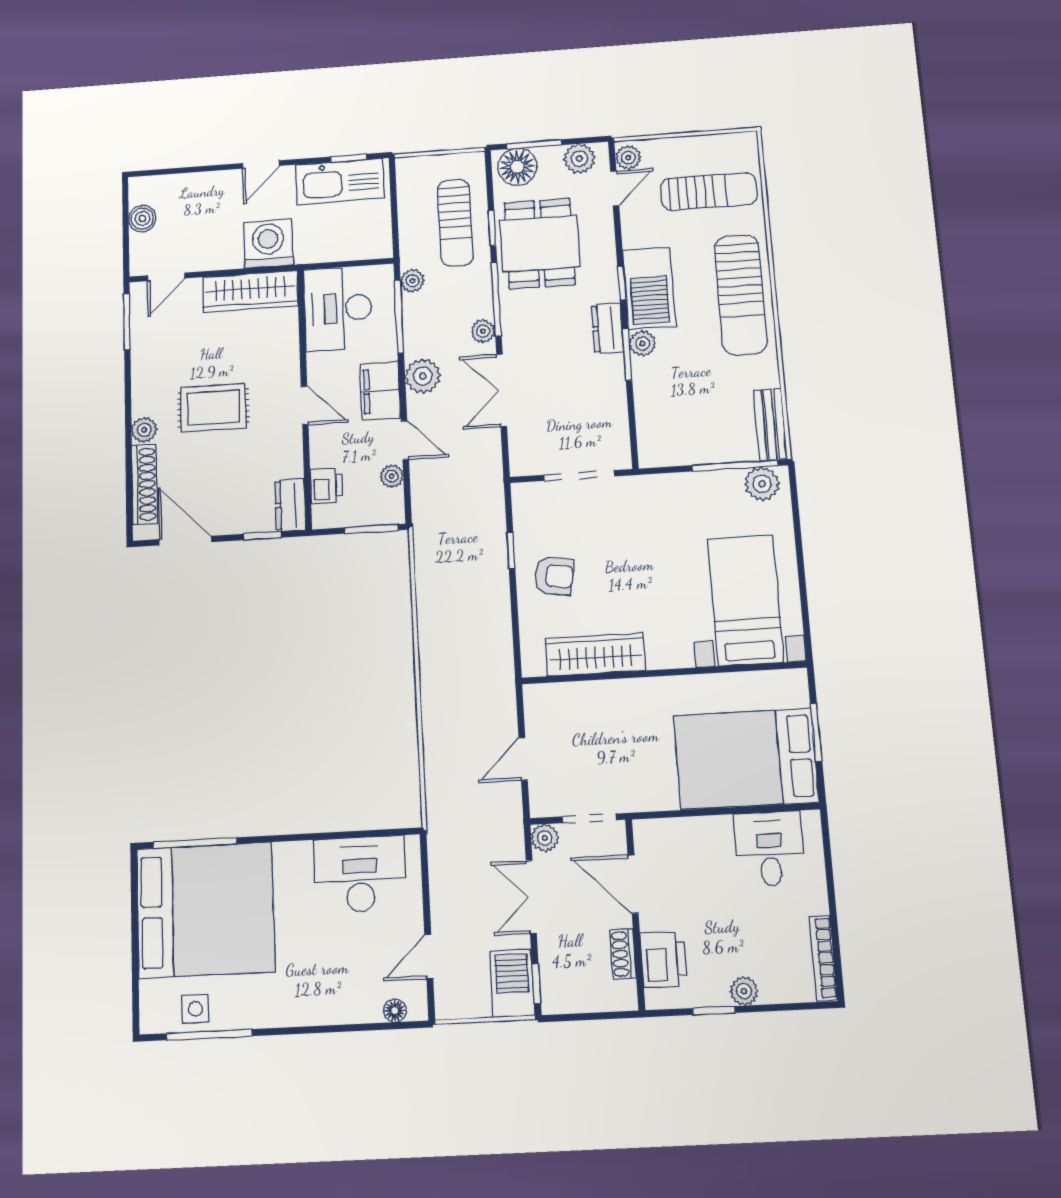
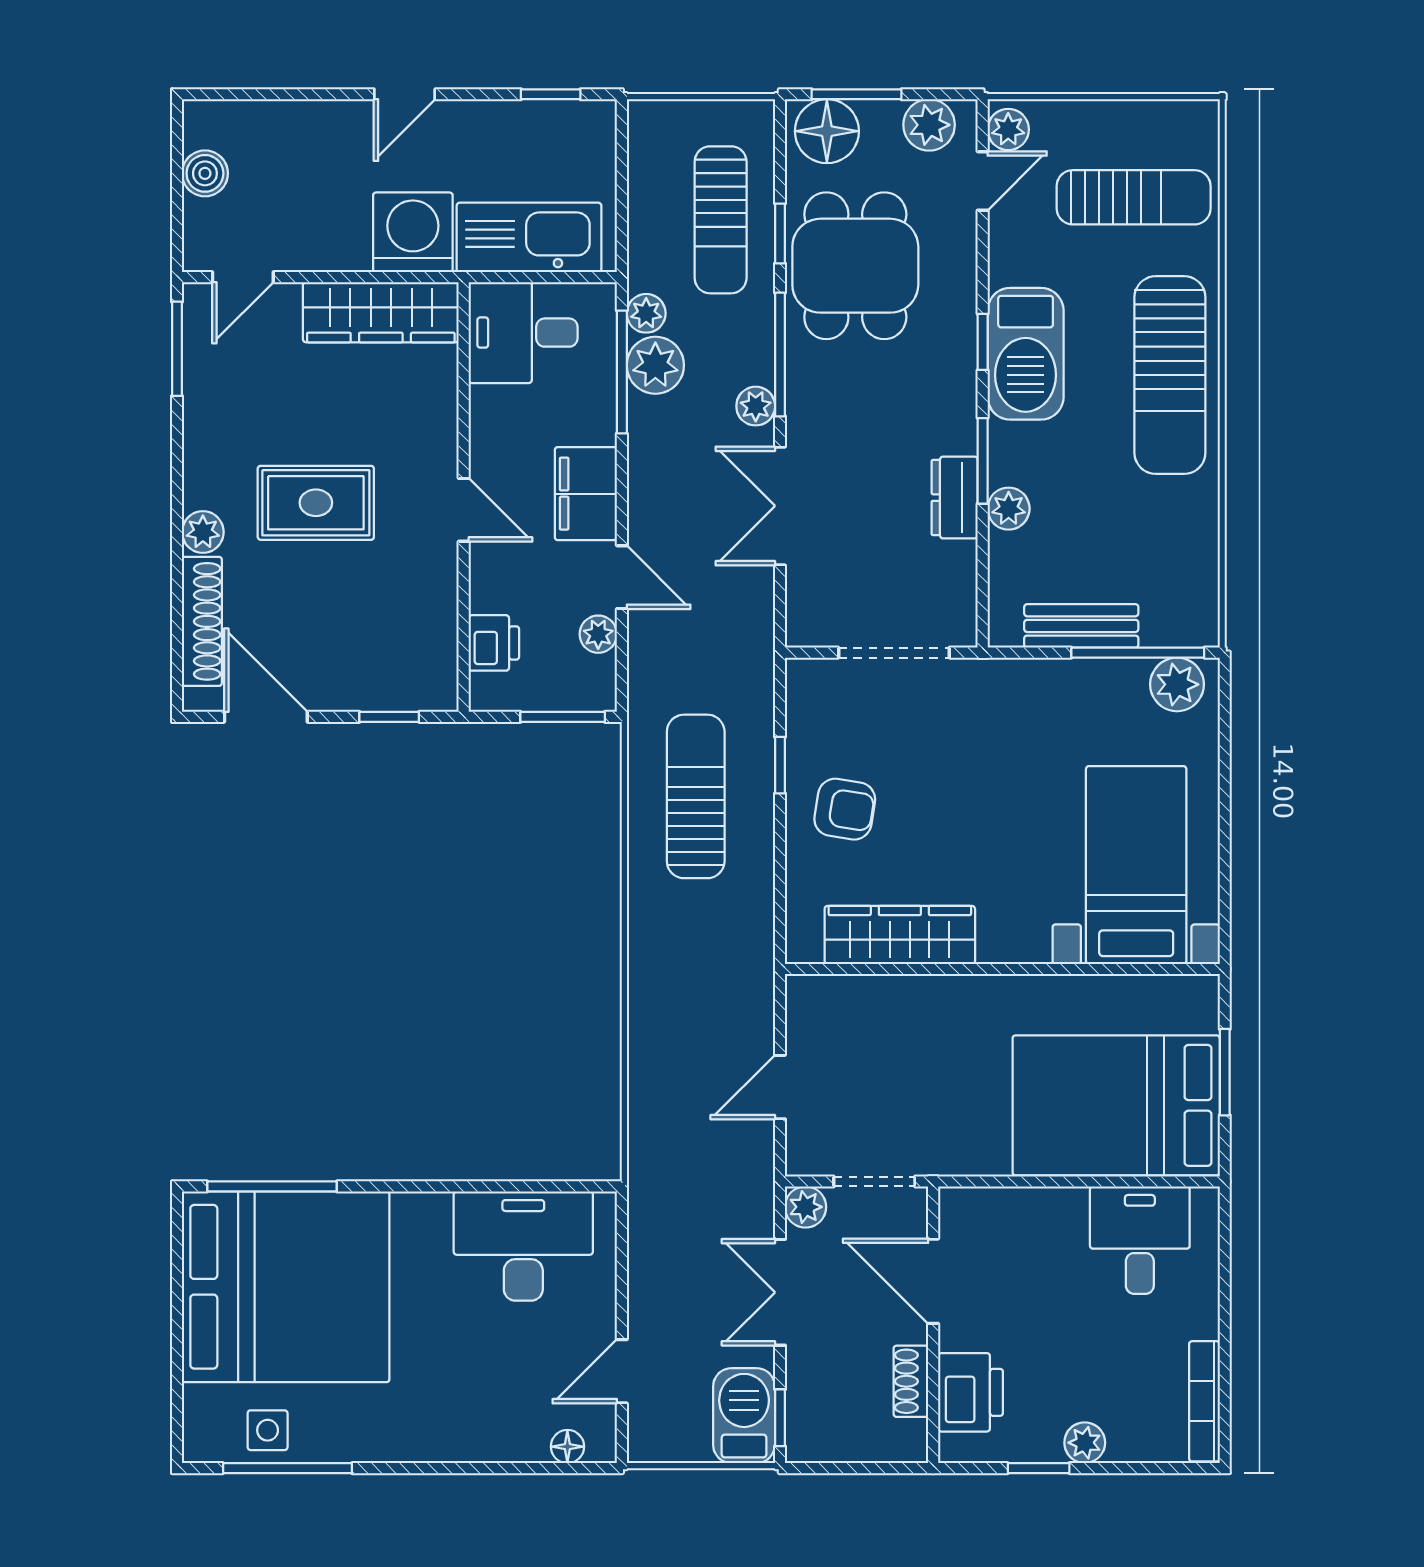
kitchen sink: (340, 181) -> (529, 237), moved, turned 180
desk: (338, 308) -> (523, 333), width x0.73
dresser: (607, 328) -> (955, 498), moved
plant: (643, 343) -> (1009, 509), moved
plant: (423, 376) -> (655, 365), moved
bench: (770, 425) -> (1081, 626), moved, turned 90
dresser: (290, 505) -> (435, 670), removed
sun lounger: (458, 574) -> (696, 796), added

